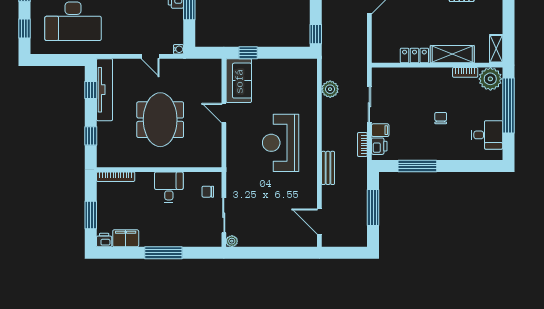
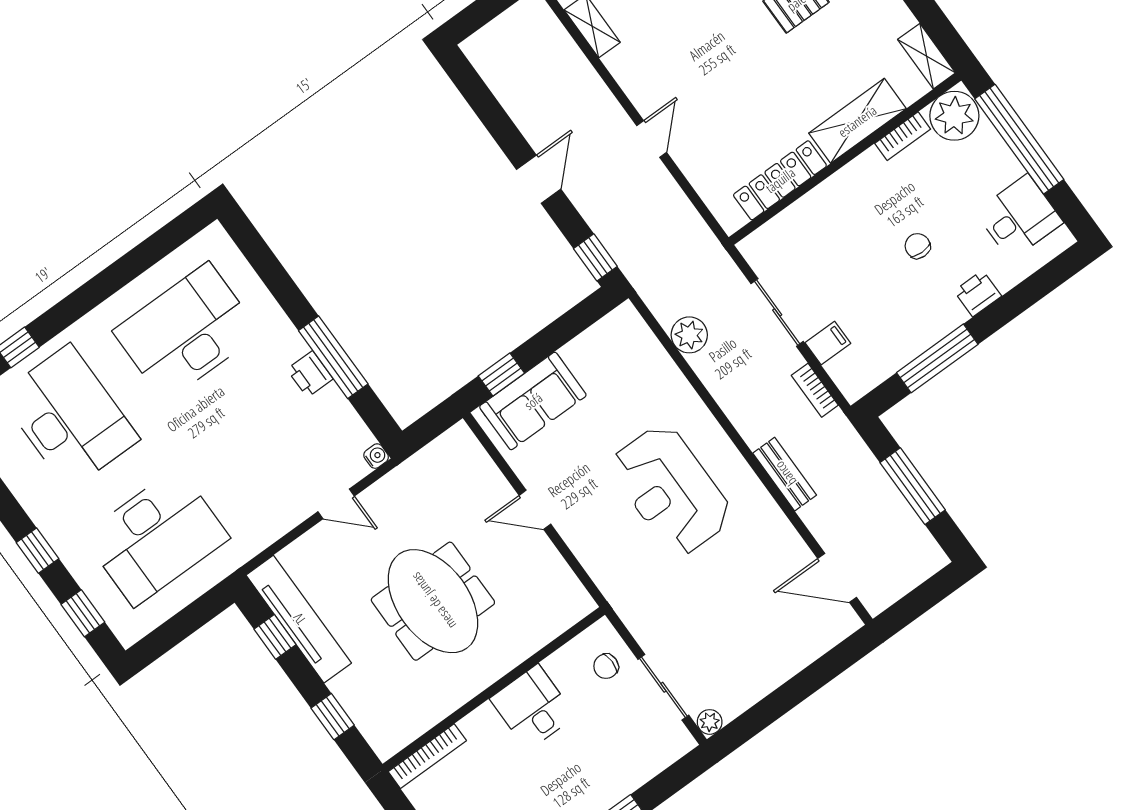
locker: (414, 56) -> (780, 180), width x1.53
sofa: (239, 81) -> (533, 401), moved, turned 90
printer: (379, 146) -> (978, 294), moved, turned -90

